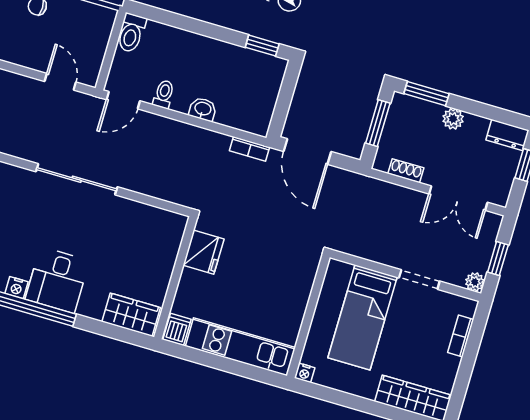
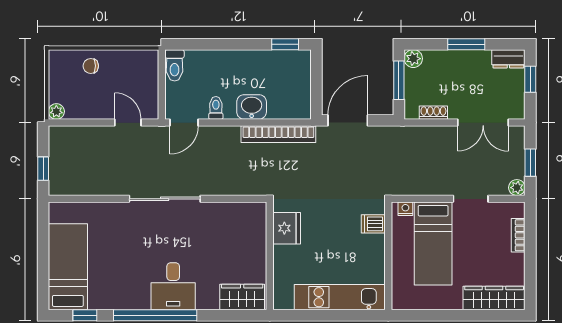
window: (427, 94) -> (466, 44), moved
washbasin: (203, 109) -> (252, 107), width x1.38, depth x1.45
plant: (453, 119) -> (413, 59), moved
bookcase: (250, 149) -> (278, 134), width x2.31, depth x1.31
door: (307, 151) -> (348, 120), swing flipped
nightstand: (17, 288) -> (141, 302), removed
dishwasher: (177, 329) -> (373, 224), moved, turned -90
nightstand: (305, 373) -> (405, 209), moved, turned 180

